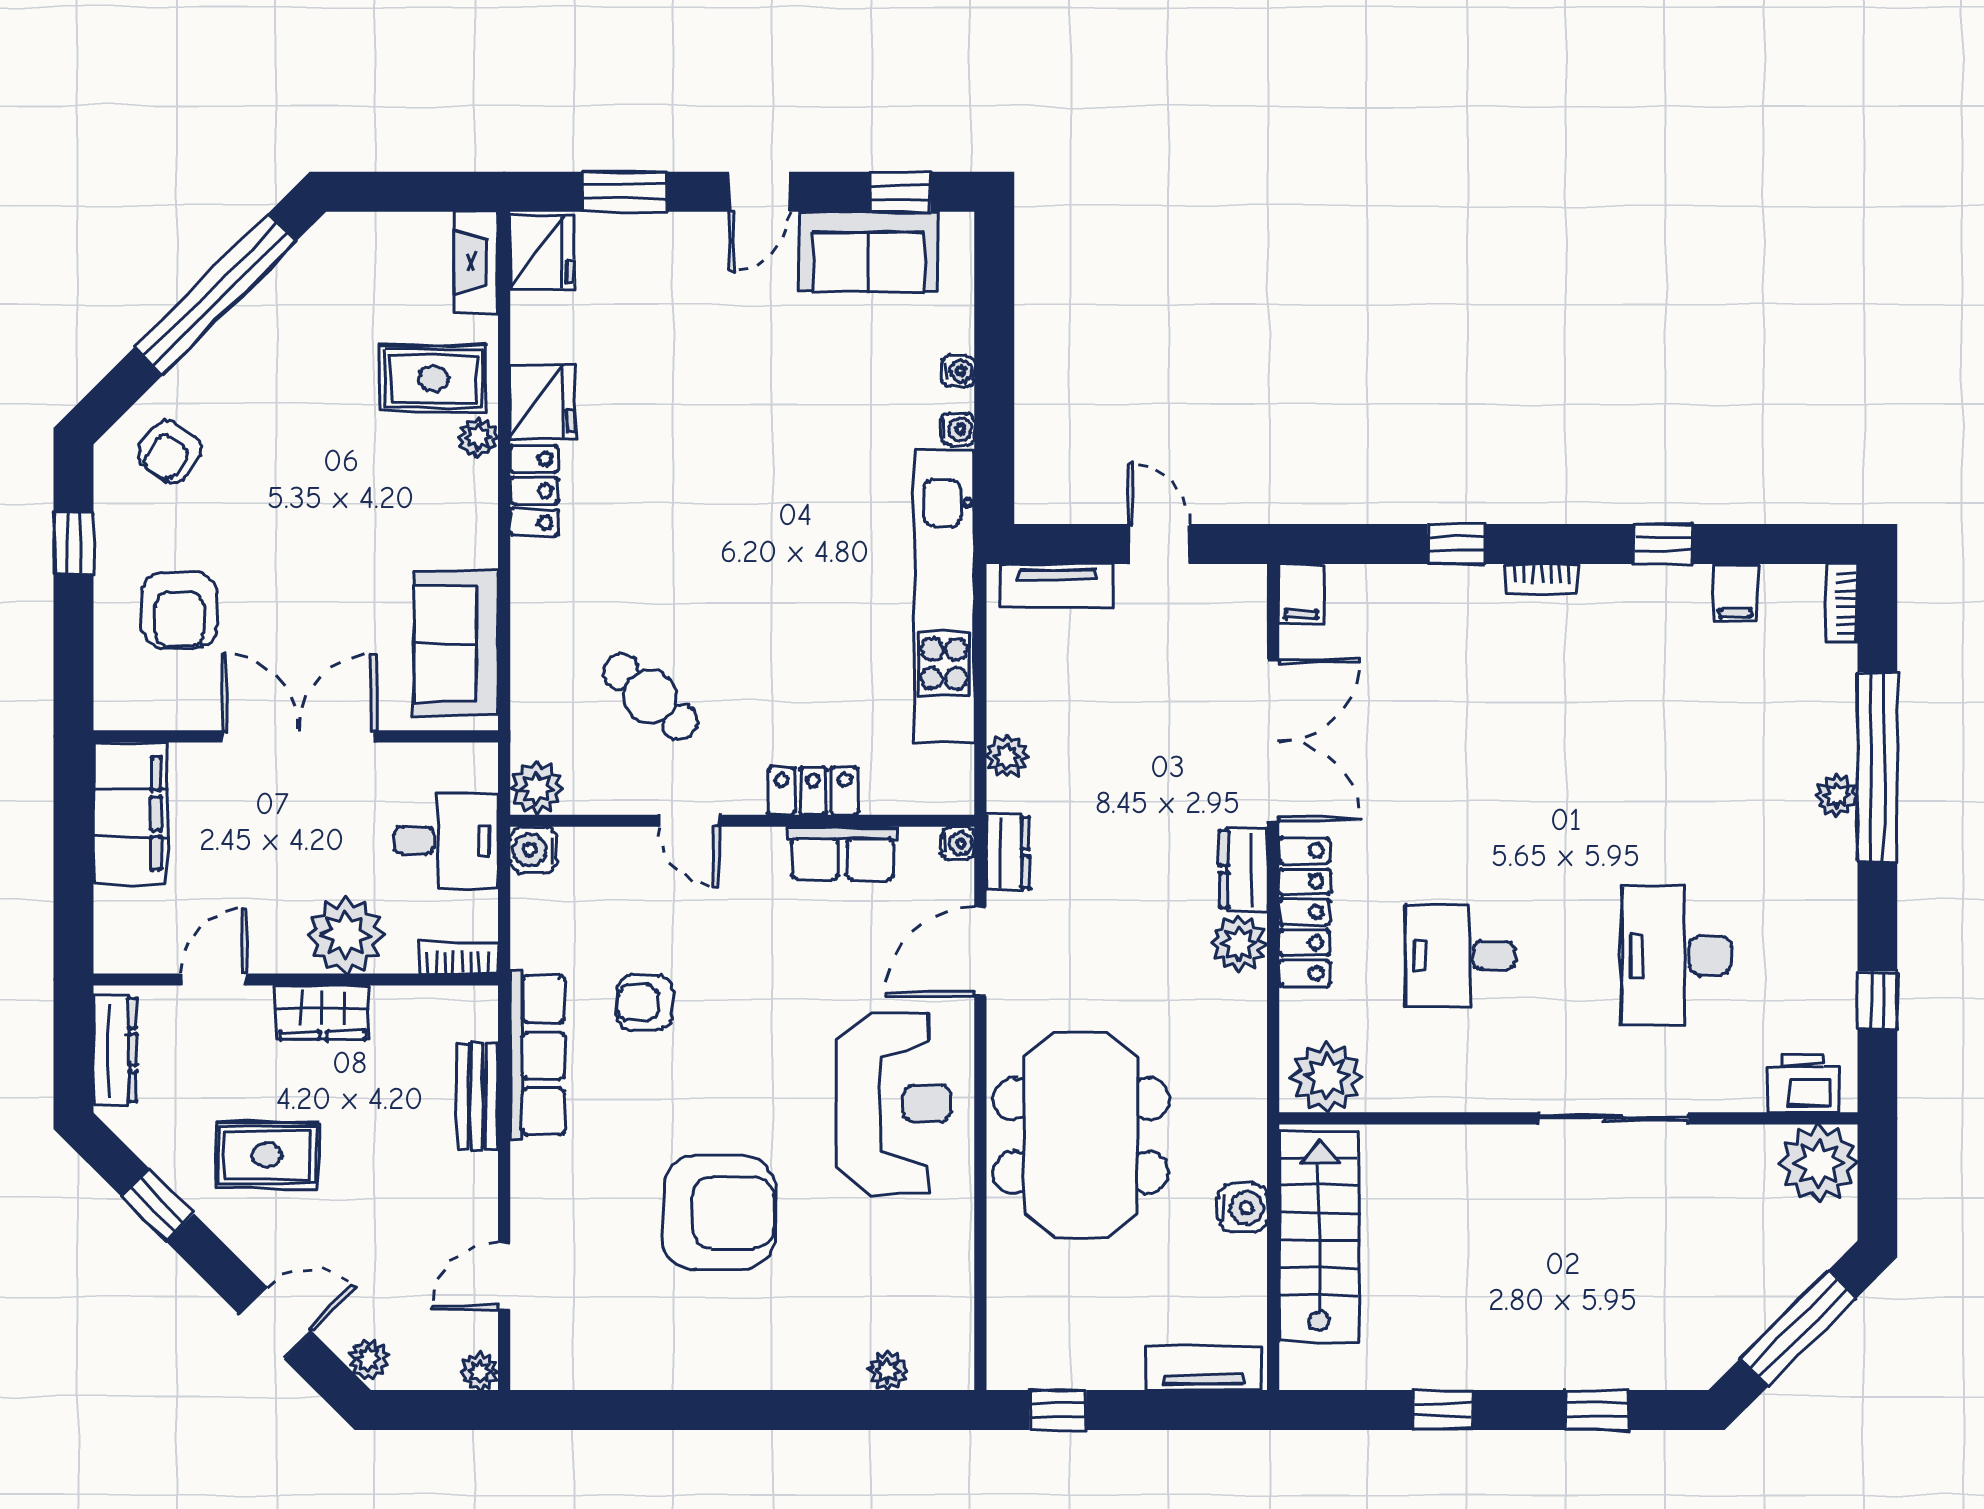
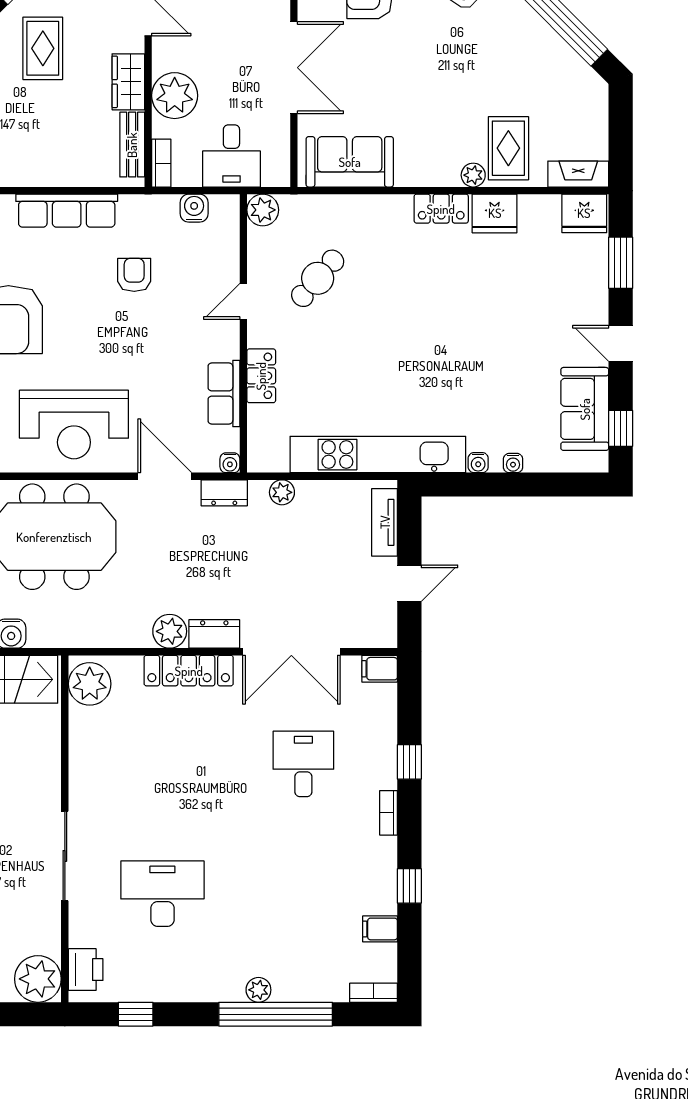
water cooler: (533, 850) -> (194, 208), moved
desk: (1460, 956) -> (303, 764), moved
row of seats: (538, 1055) -> (67, 211), moved
bench: (478, 1096) -> (132, 145), moved, turned 90

